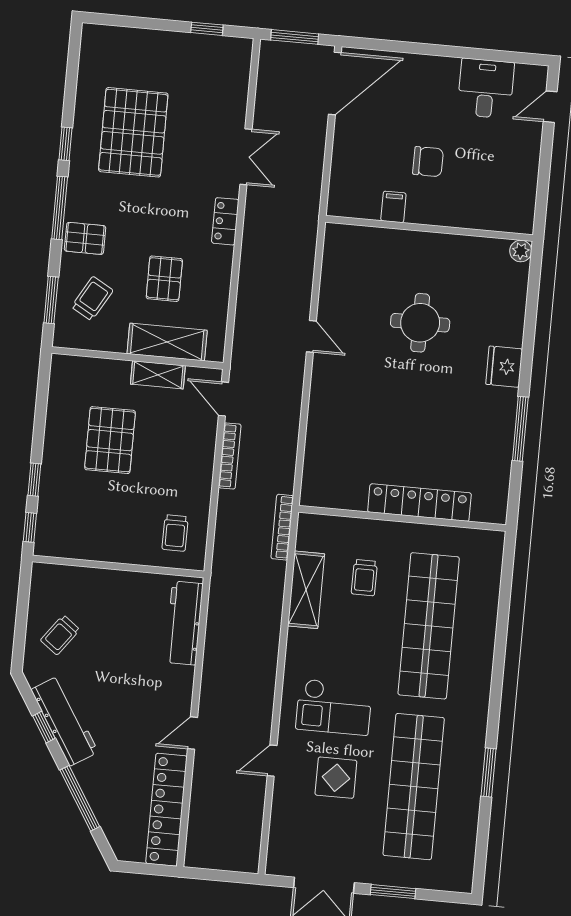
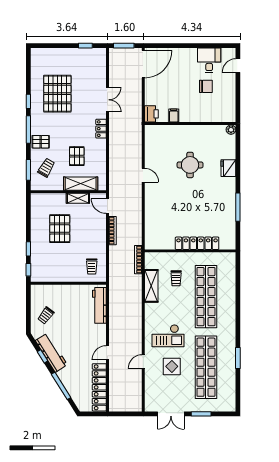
chair: (428, 162) -> (206, 86), moved
printer: (343, 198) -> (151, 114), added
fridge: (504, 367) -> (228, 168), moved

